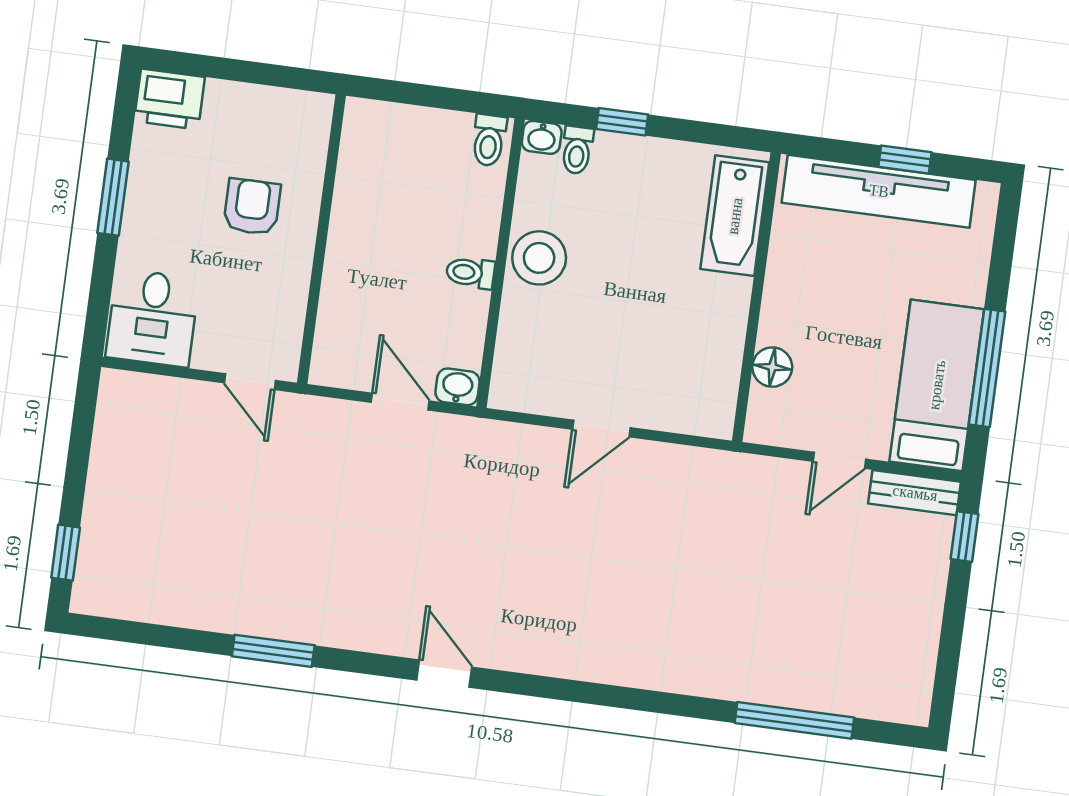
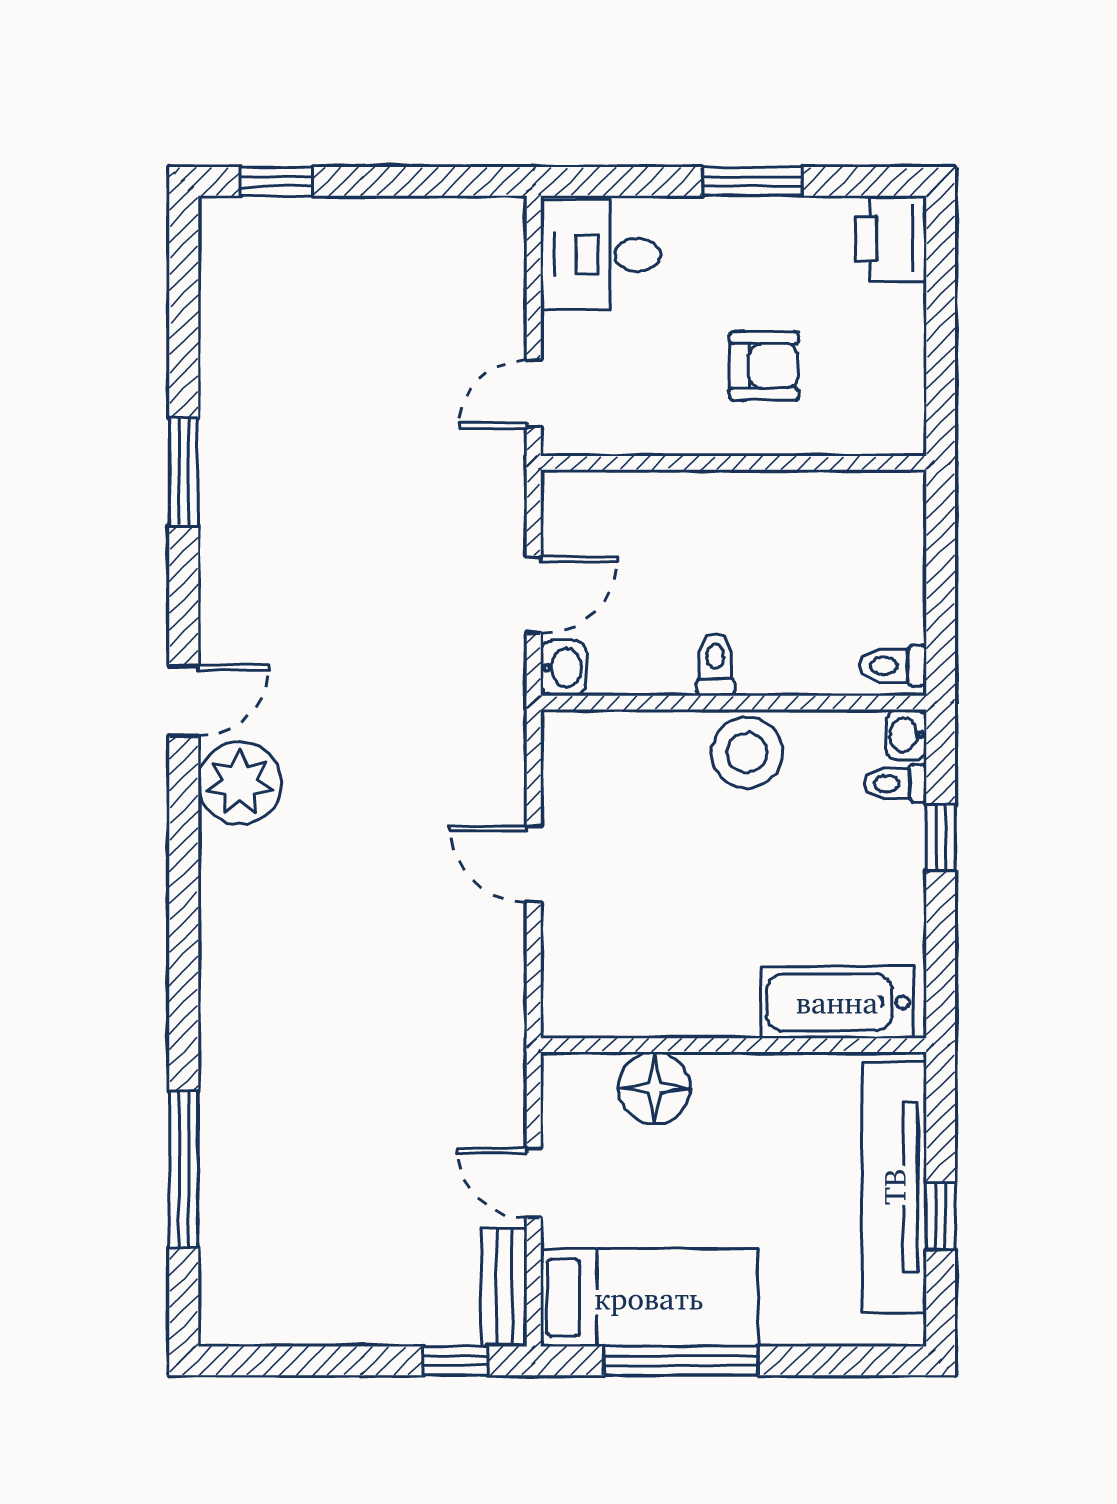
floor lamp: (772, 367) -> (654, 1088), width x1.38, depth x1.38
plant: (511, 640) -> (240, 783), added

